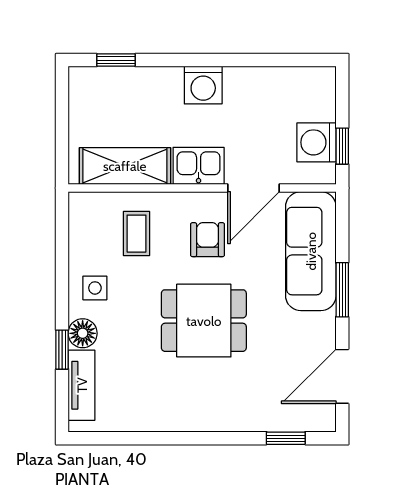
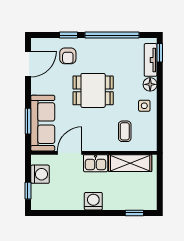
window: (342, 146) -> (28, 191), moved
armchair: (208, 240) -> (68, 56), moved
window: (342, 290) -> (28, 121), moved
window: (62, 350) -> (160, 53), moved
window: (164, 438) -> (112, 35), added
window: (286, 438) -> (68, 35), moved

